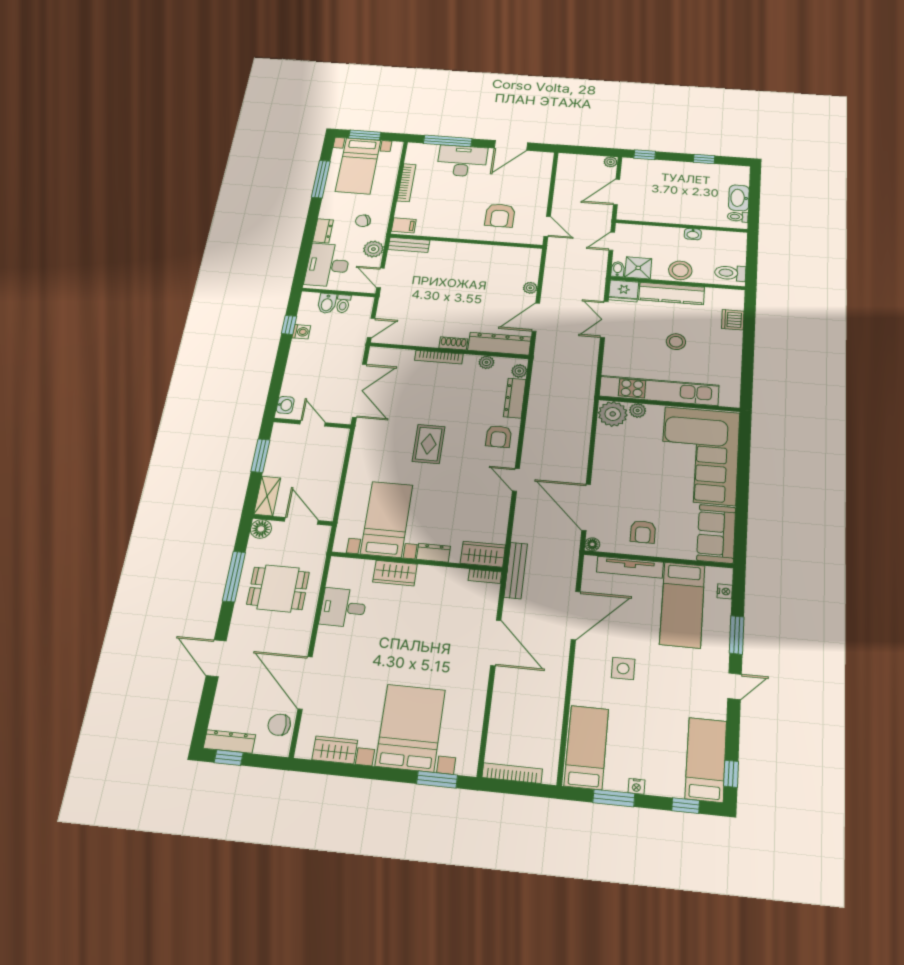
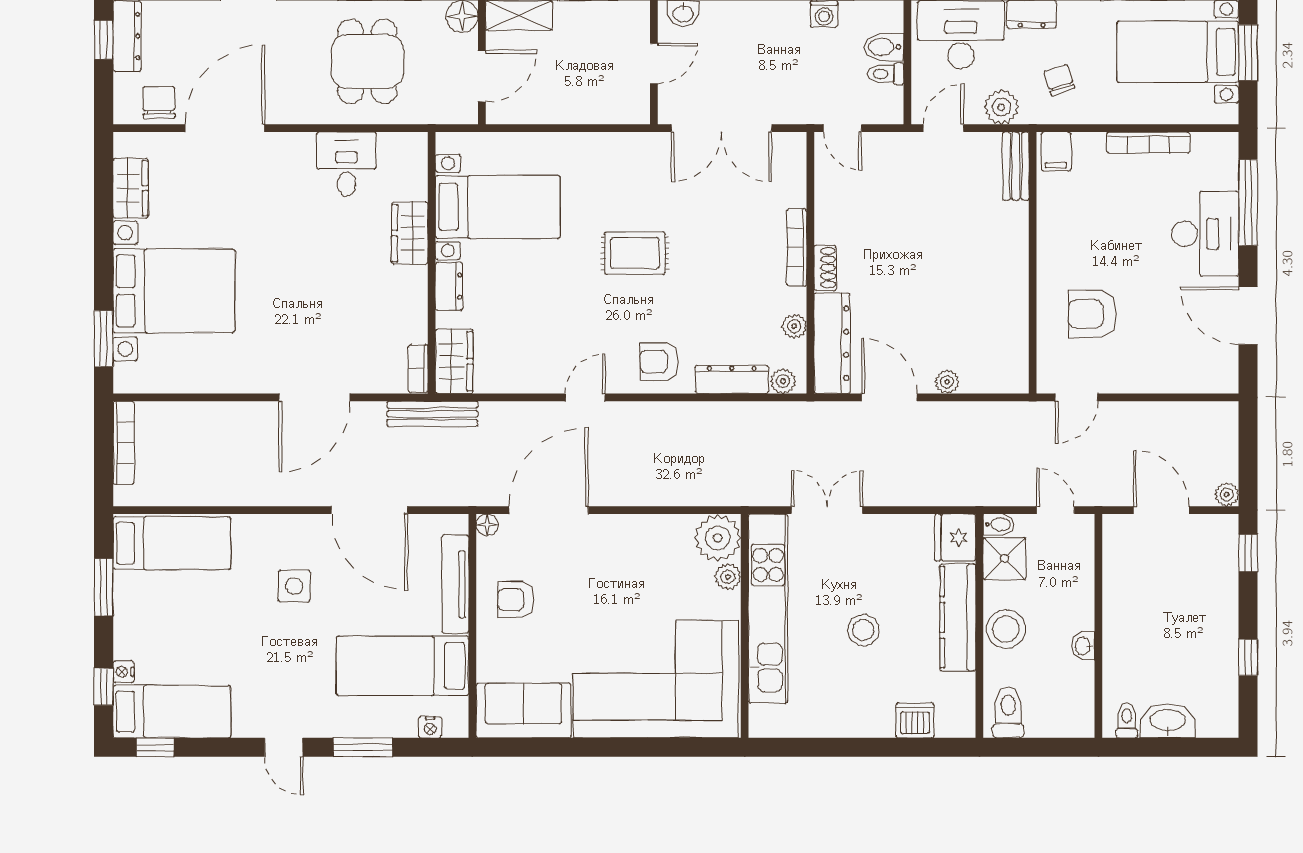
double door: (604, 319) -> (827, 510), moved
nightstand: (636, 786) -> (123, 672), moved

